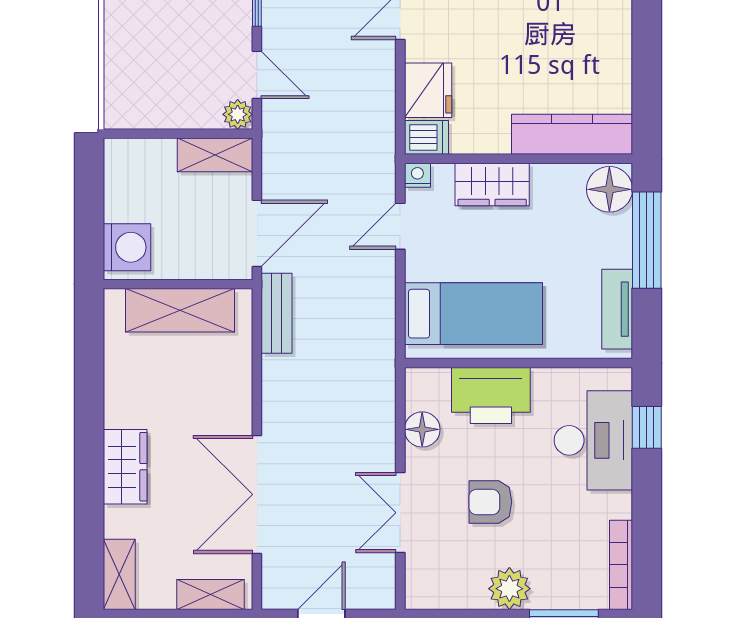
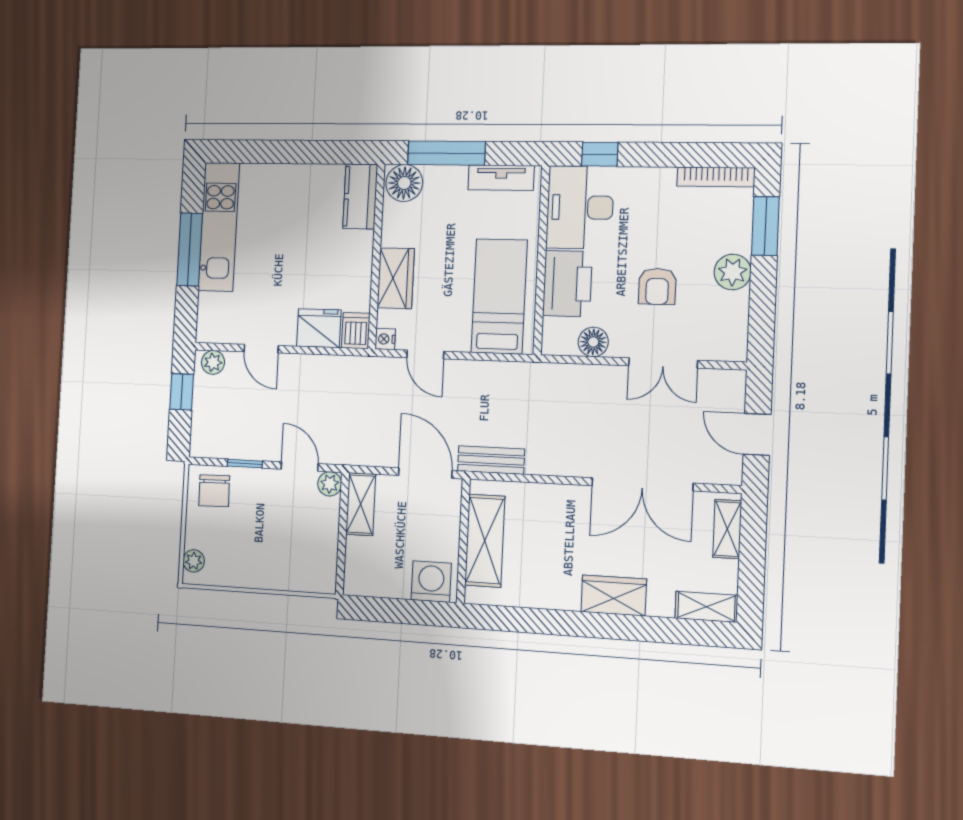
door: (257, 75) -> (300, 466), hinge flipped
kitchen counter: (572, 134) -> (360, 196), width x0.67
desk: (593, 440) -> (580, 207), moved, turned -90

